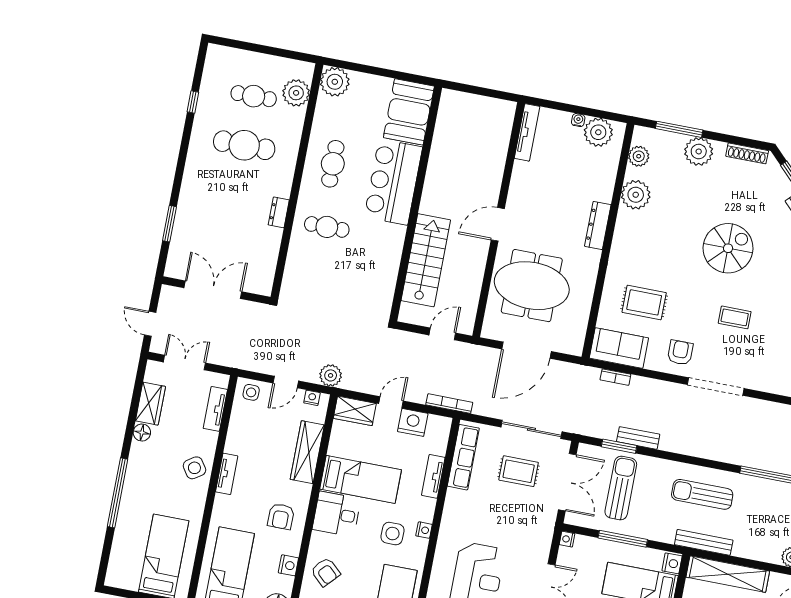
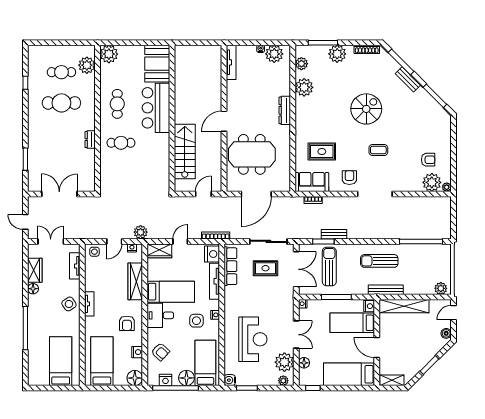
nightstand: (413, 422) -> (212, 254), moved, turned 90
tv unit: (433, 476) -> (214, 281), width x1.41

